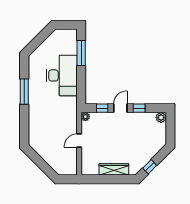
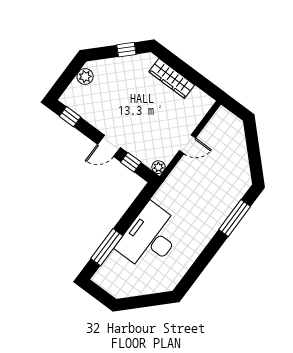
window: (24, 92) -> (235, 218), moved
window: (139, 108) -> (70, 117), moved
plant: (161, 118) -> (85, 76), moved

